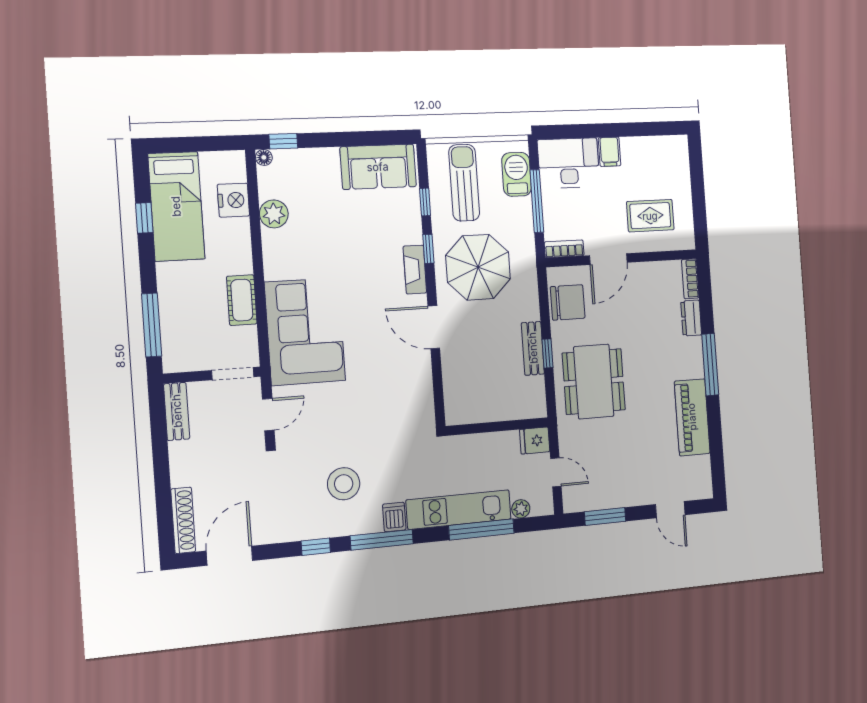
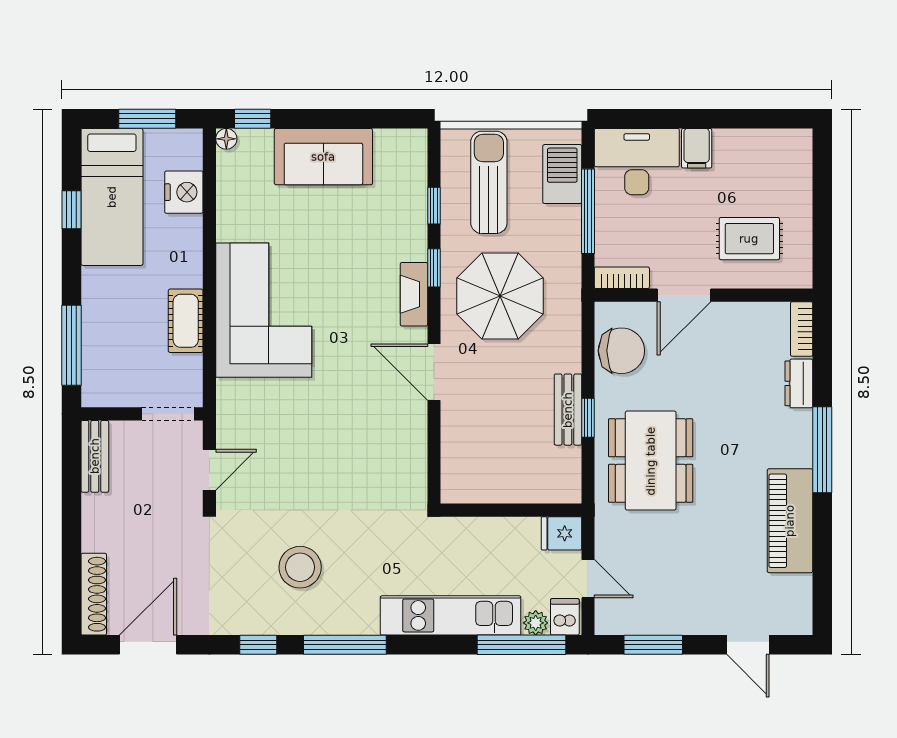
window: (200, 144) -> (147, 119), added
sofa: (378, 167) -> (323, 157), moved
plant: (274, 214) -> (234, 212), removed
corner sofa: (305, 331) -> (264, 310), moved
dishwasher: (394, 517) -> (565, 617), moved
window: (481, 529) -> (522, 645), moved

